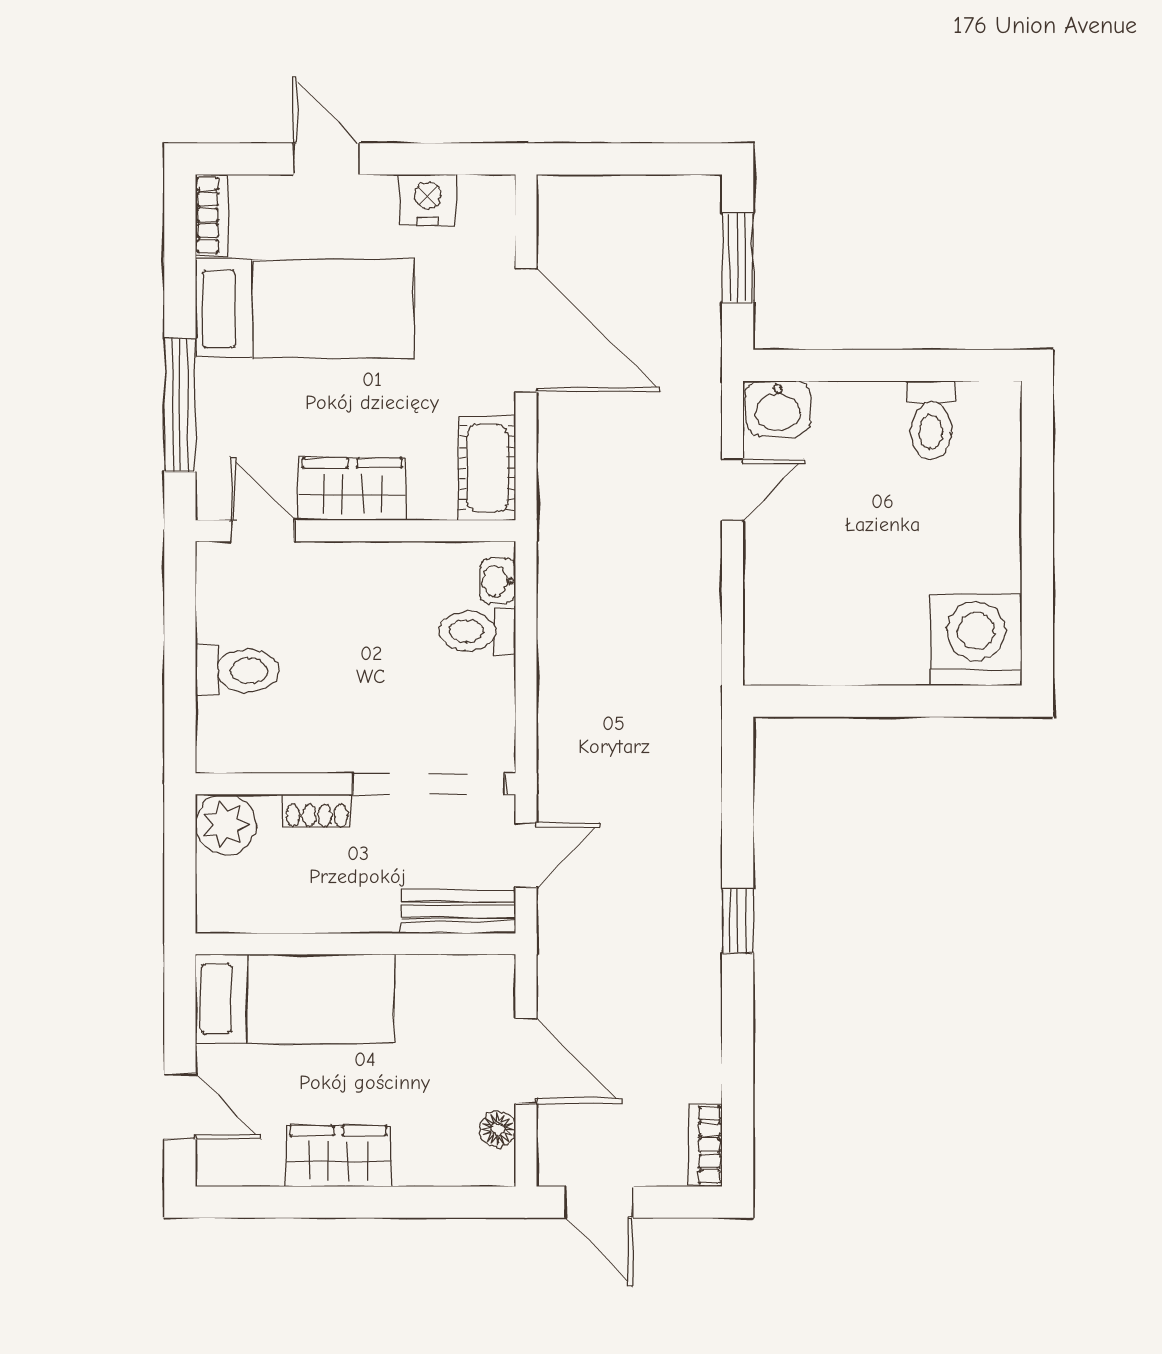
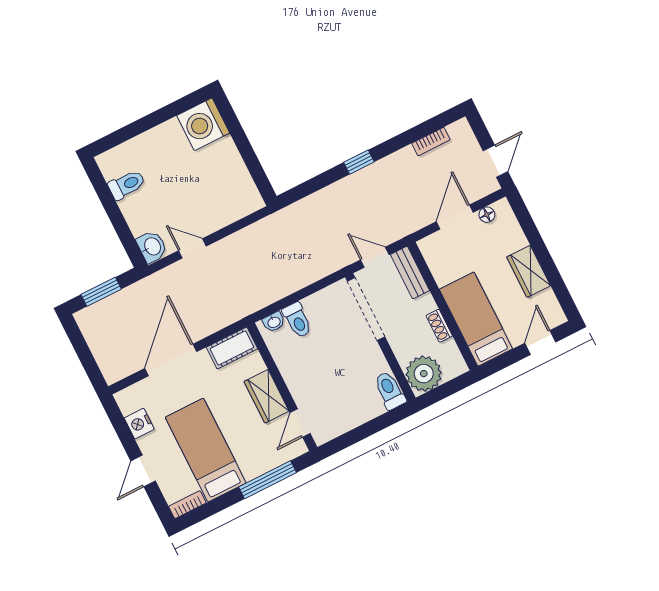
toilet: (237, 671) -> (390, 390), moved
shoe rack: (317, 811) -> (439, 326), moved, turned 180
plant: (226, 824) -> (424, 374), width x1.36, depth x1.36
bookcase: (706, 1145) -> (431, 142), moved

